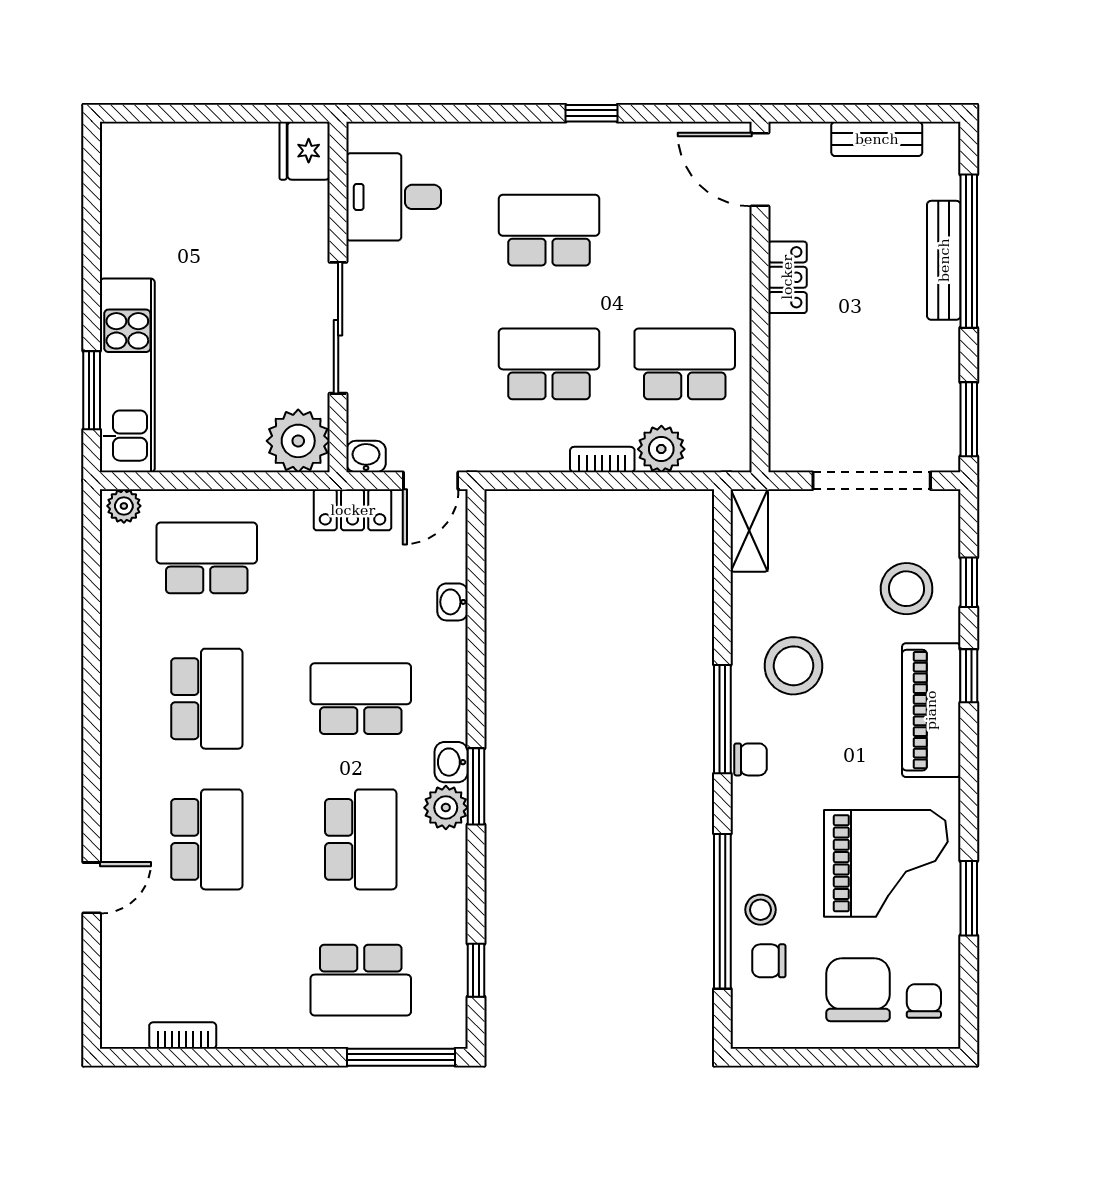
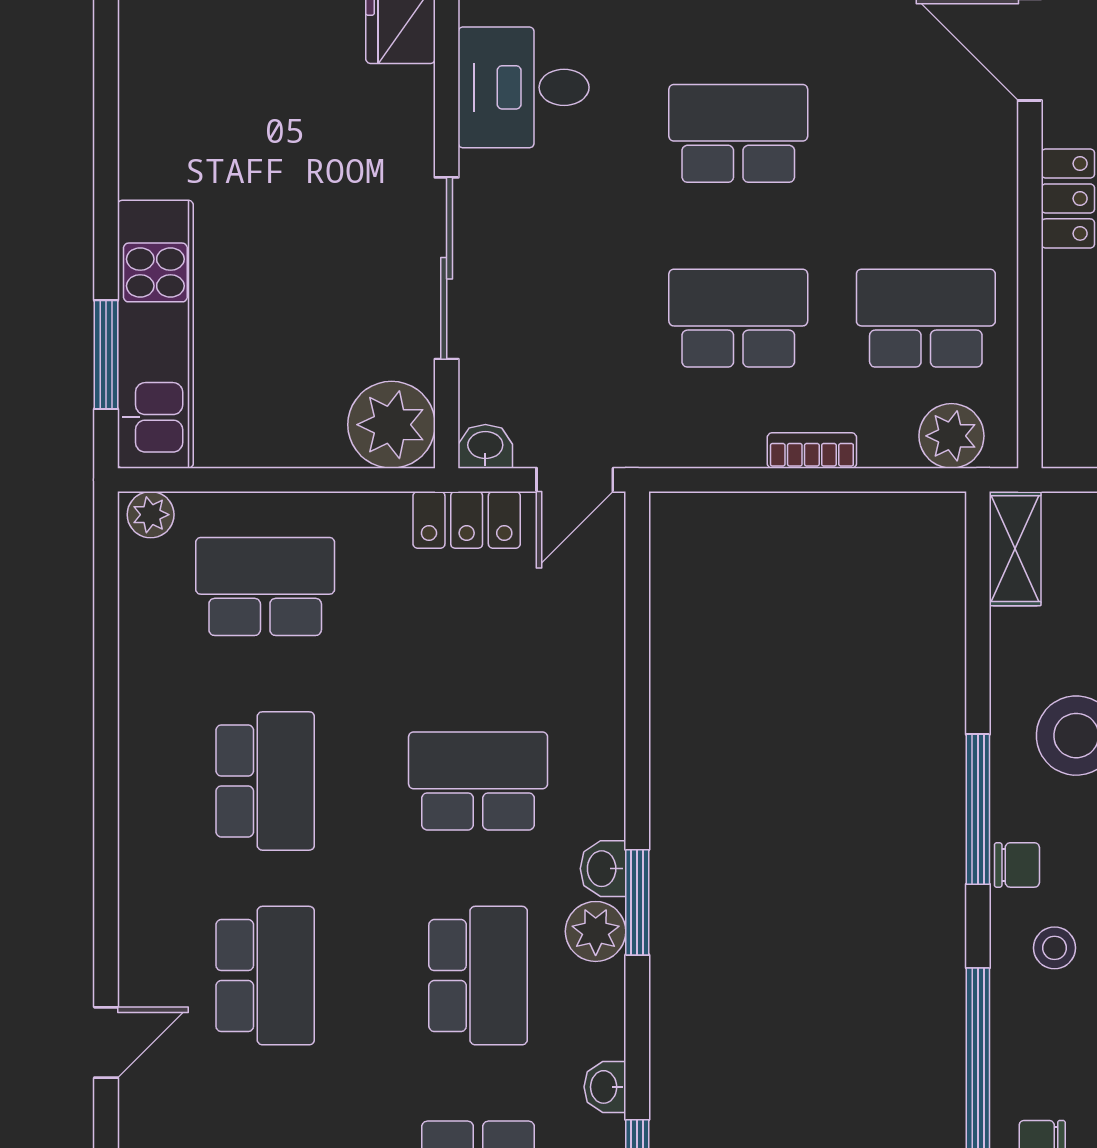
plant: (661, 449) -> (951, 436), moved
washbasin: (453, 602) -> (605, 1087), moved
stool: (761, 910) -> (1055, 948), moved

